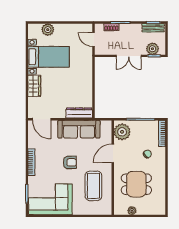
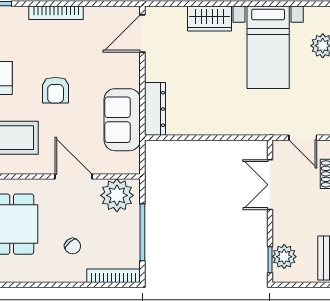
door: (93, 39) -> (303, 138), swing flipped
double door: (129, 56) -> (270, 185), moved
sofa: (79, 129) -> (122, 120), width x0.73

